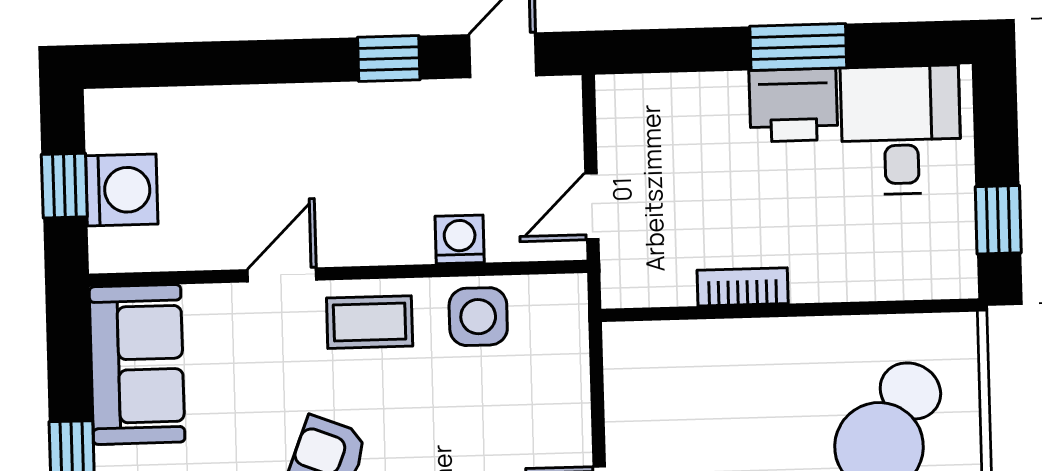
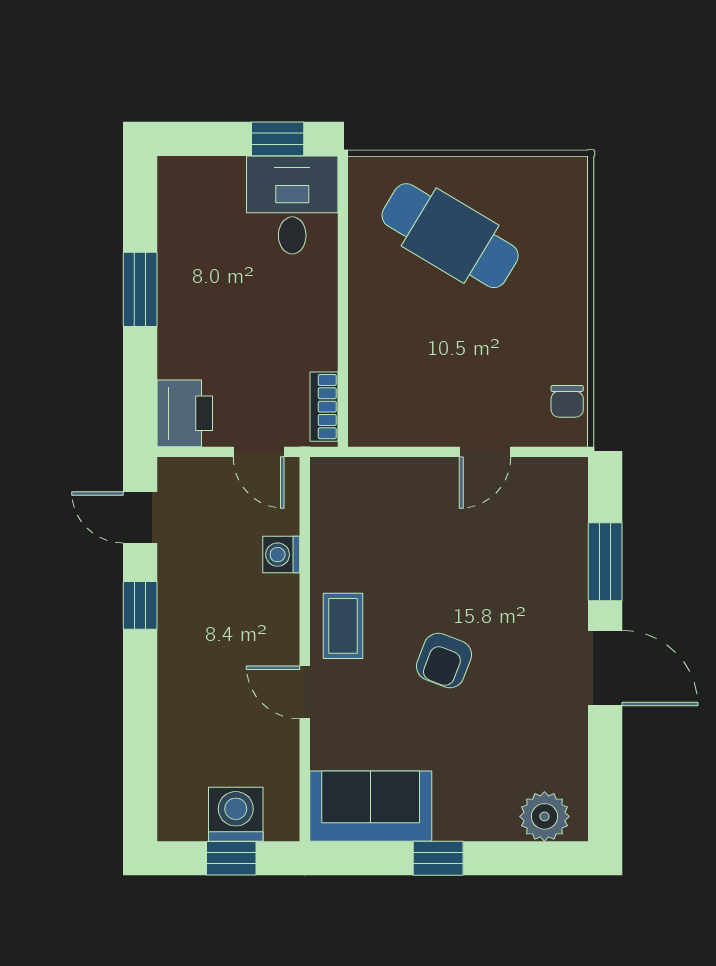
printer: (793, 105) -> (185, 413), moved
desk: (901, 130) -> (292, 205), moved, turned 90
bookcase: (743, 287) -> (324, 407), moved
side table: (478, 317) -> (341, 542), removed

